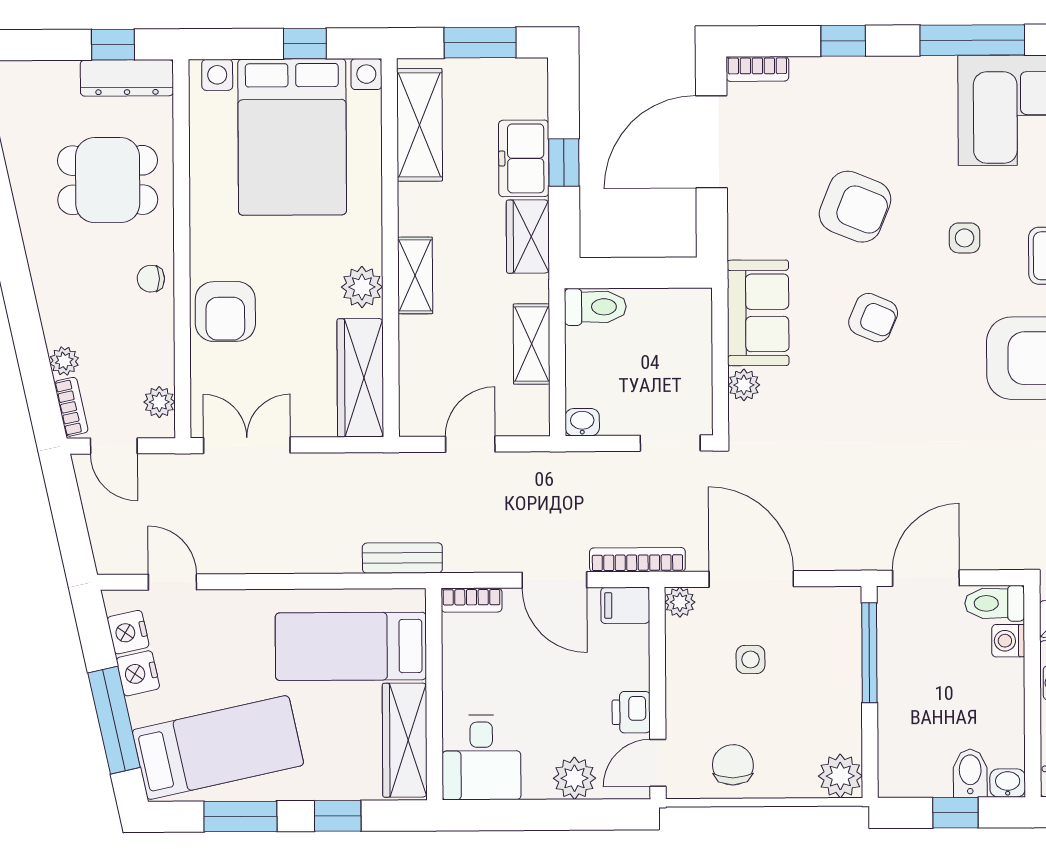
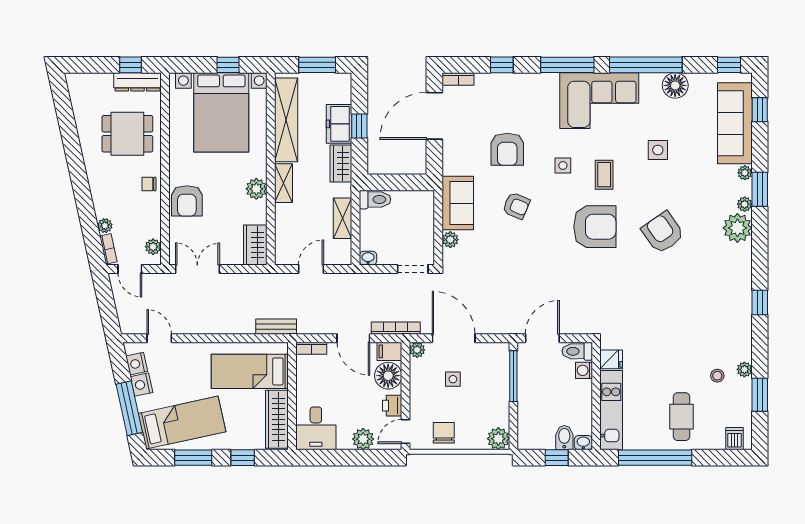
shelving: (420, 125) -> (286, 120), width x1.47
armchair: (855, 207) -> (507, 149), turned 68
wardrobe: (360, 378) -> (255, 245), width x0.67
floor lamp: (623, 653) -> (388, 376), added

